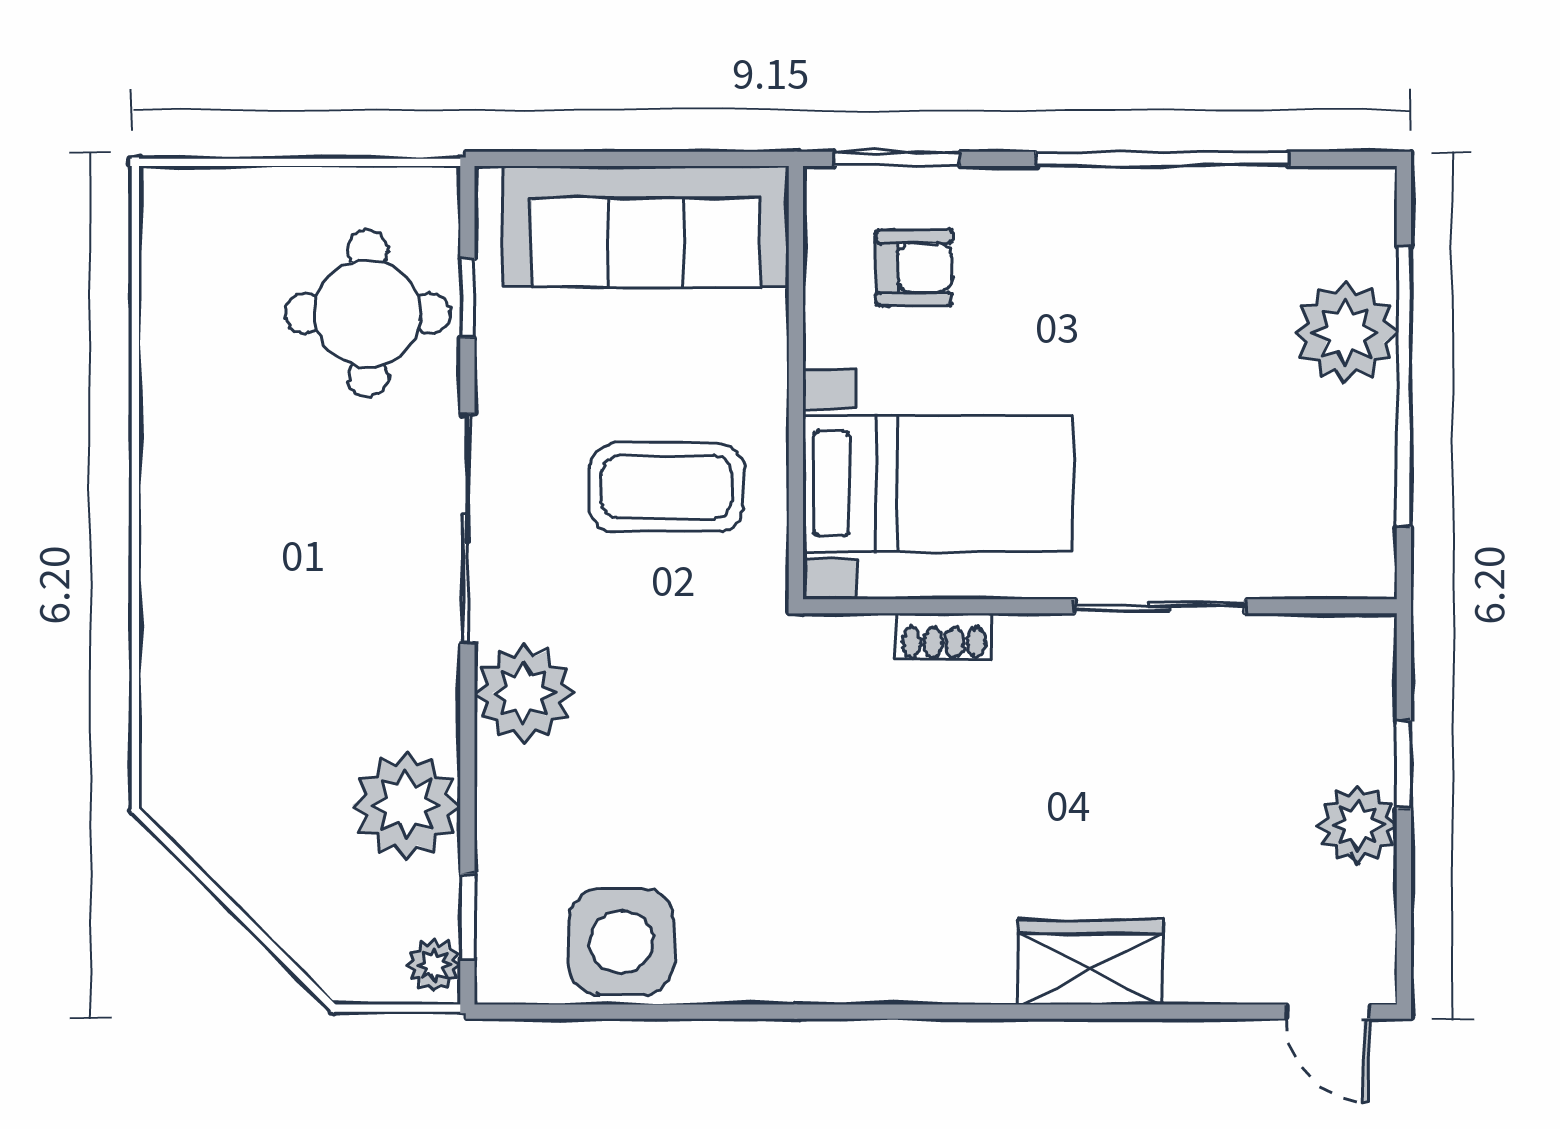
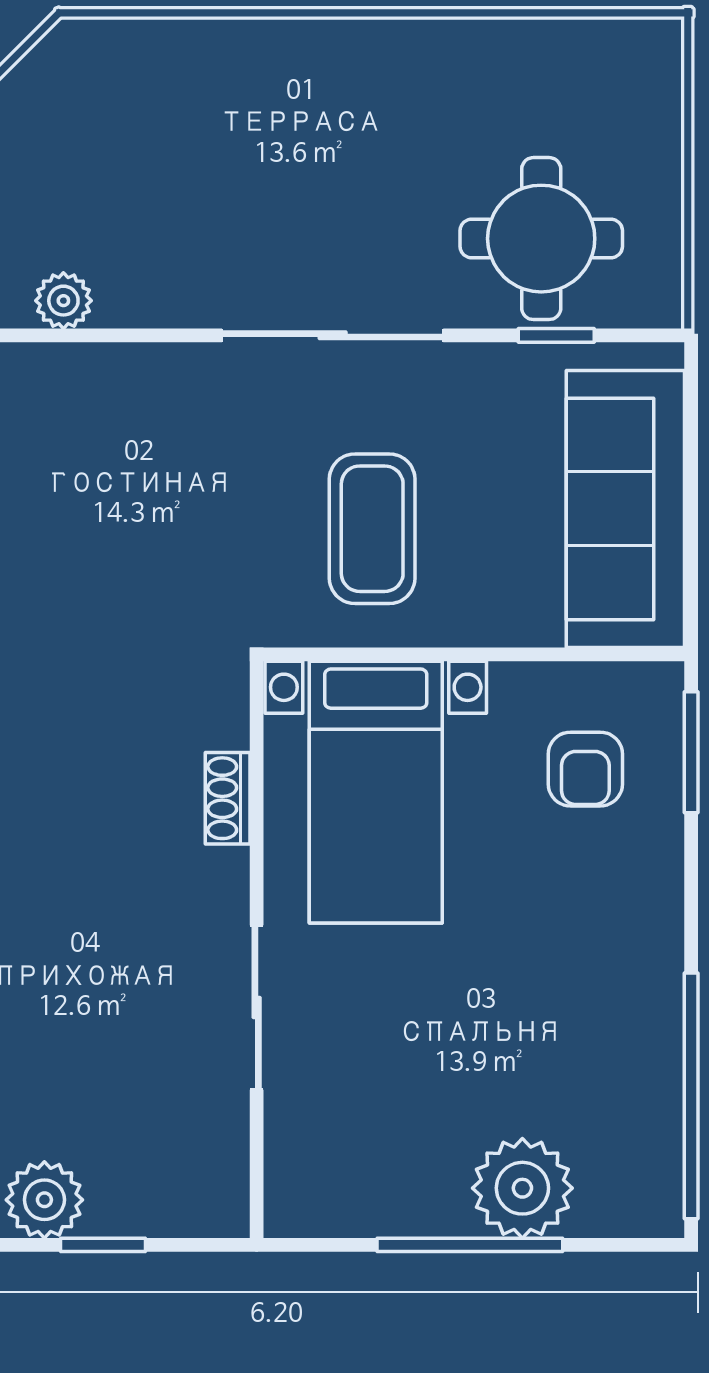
window: (1162, 159) -> (691, 1096), moved
window: (1404, 387) -> (470, 1245), width x0.68
plant: (524, 693) -> (172, 390), removed
plant: (406, 805) -> (63, 301), width x0.53, depth x0.53

